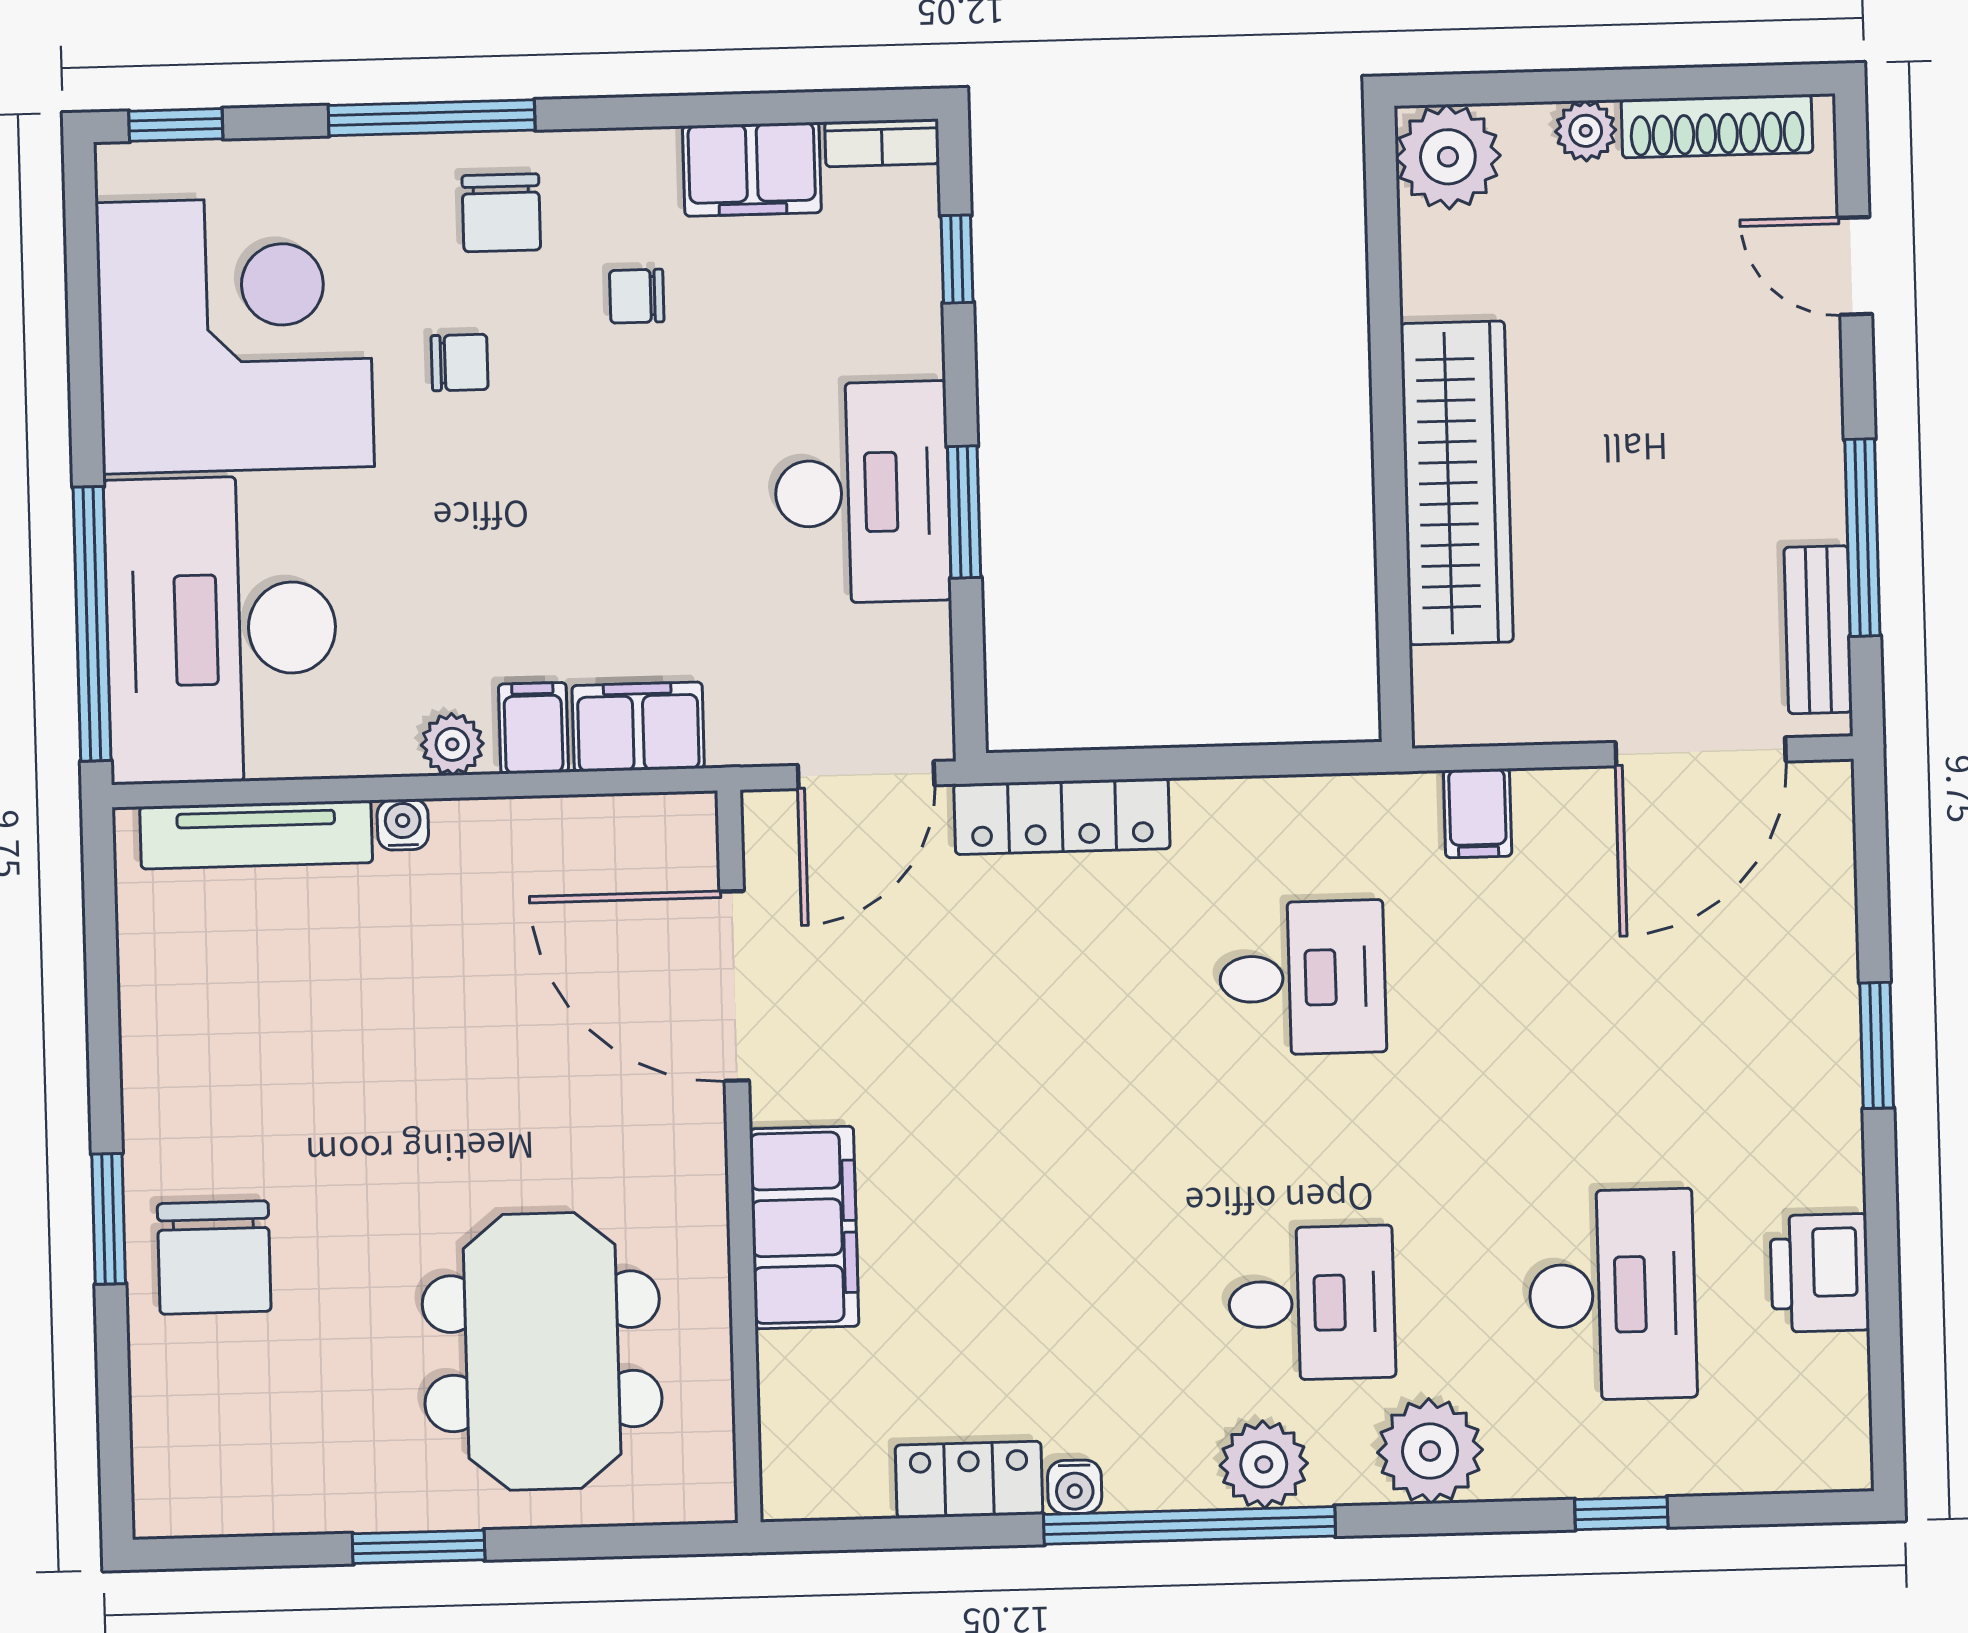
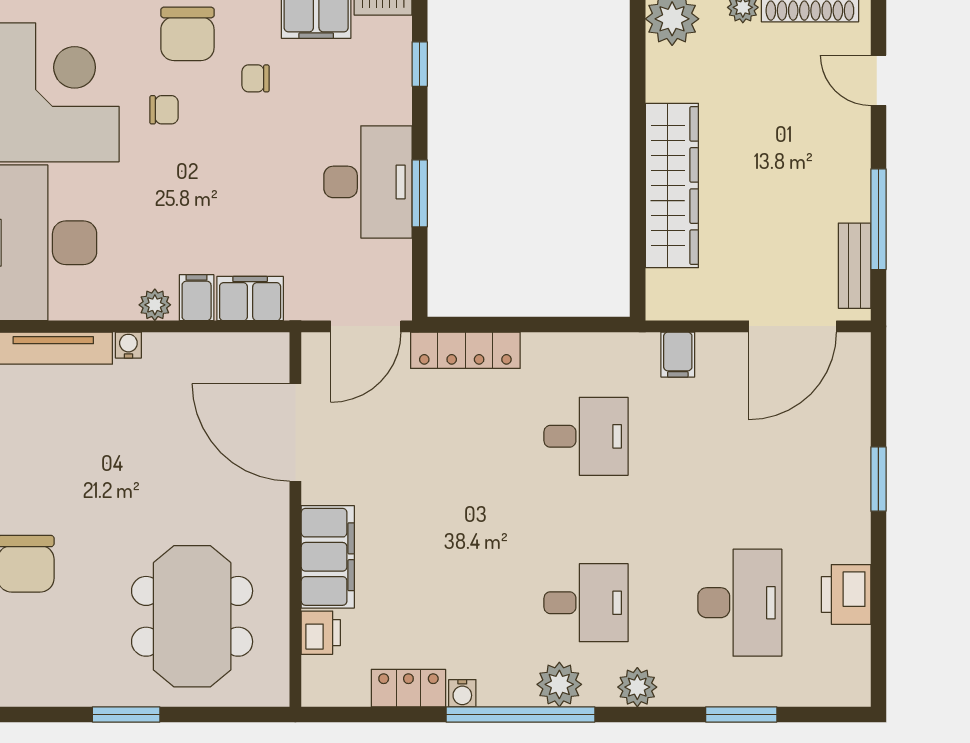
chair: (501, 213) -> (187, 34), width x1.37, depth x1.37
printer: (795, 1376) -> (321, 633), added
plant: (1430, 1451) -> (637, 687), width x0.73, depth x0.73
window: (1621, 1513) -> (741, 714), width x1.50

